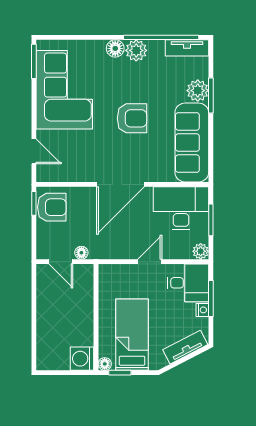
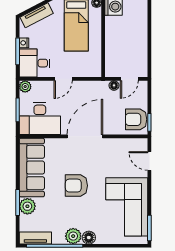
door: (61, 262) -> (129, 79), swing flipped

